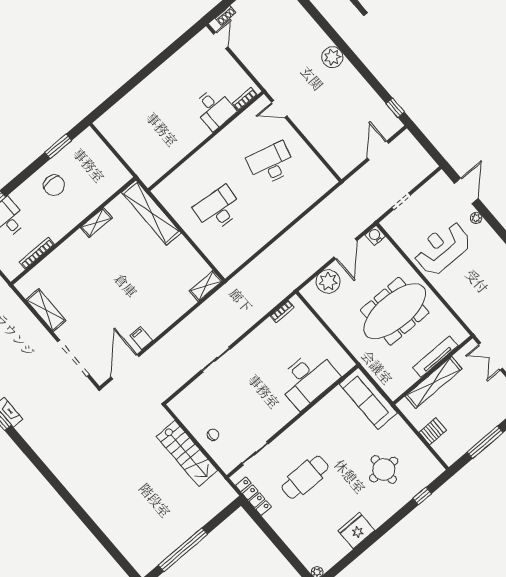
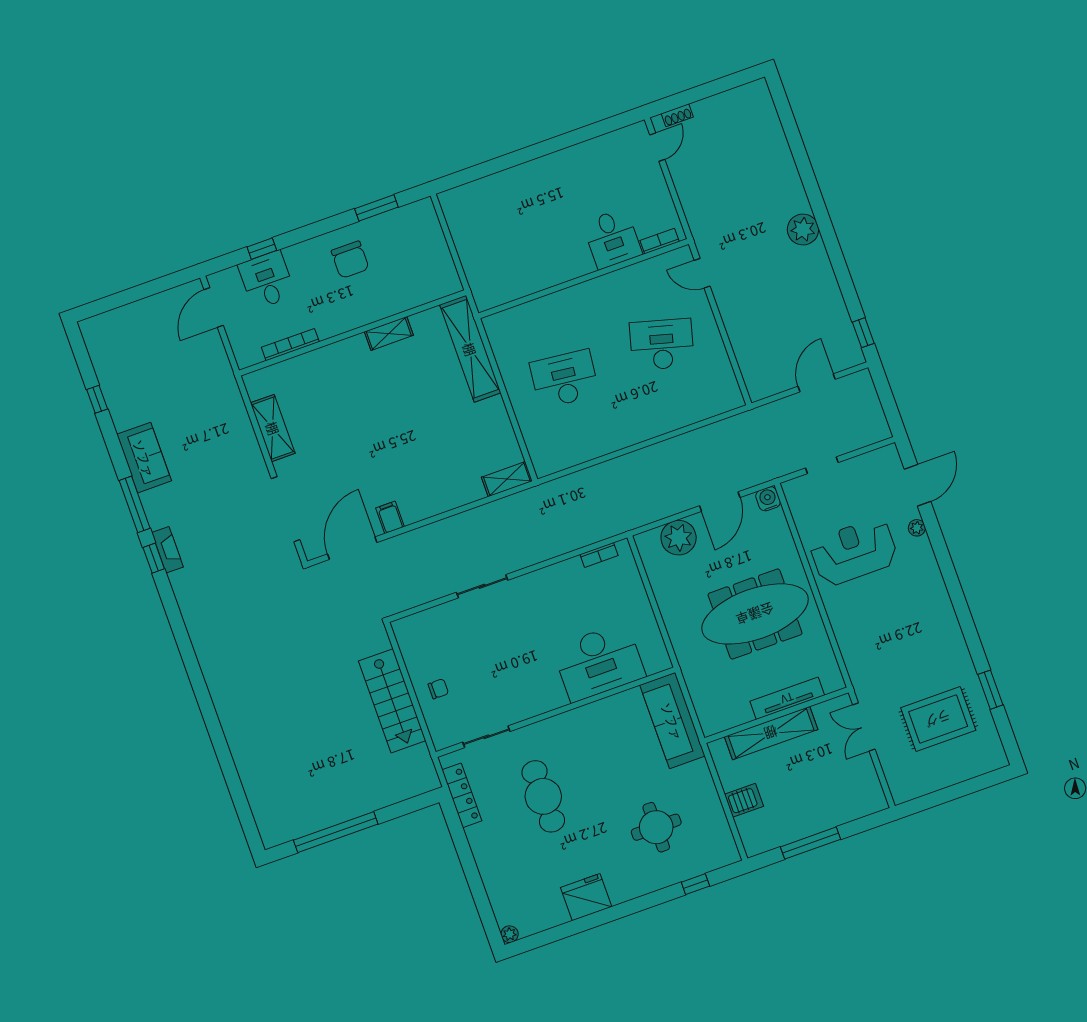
cafe table: (305, 477) -> (543, 796), turned 90

